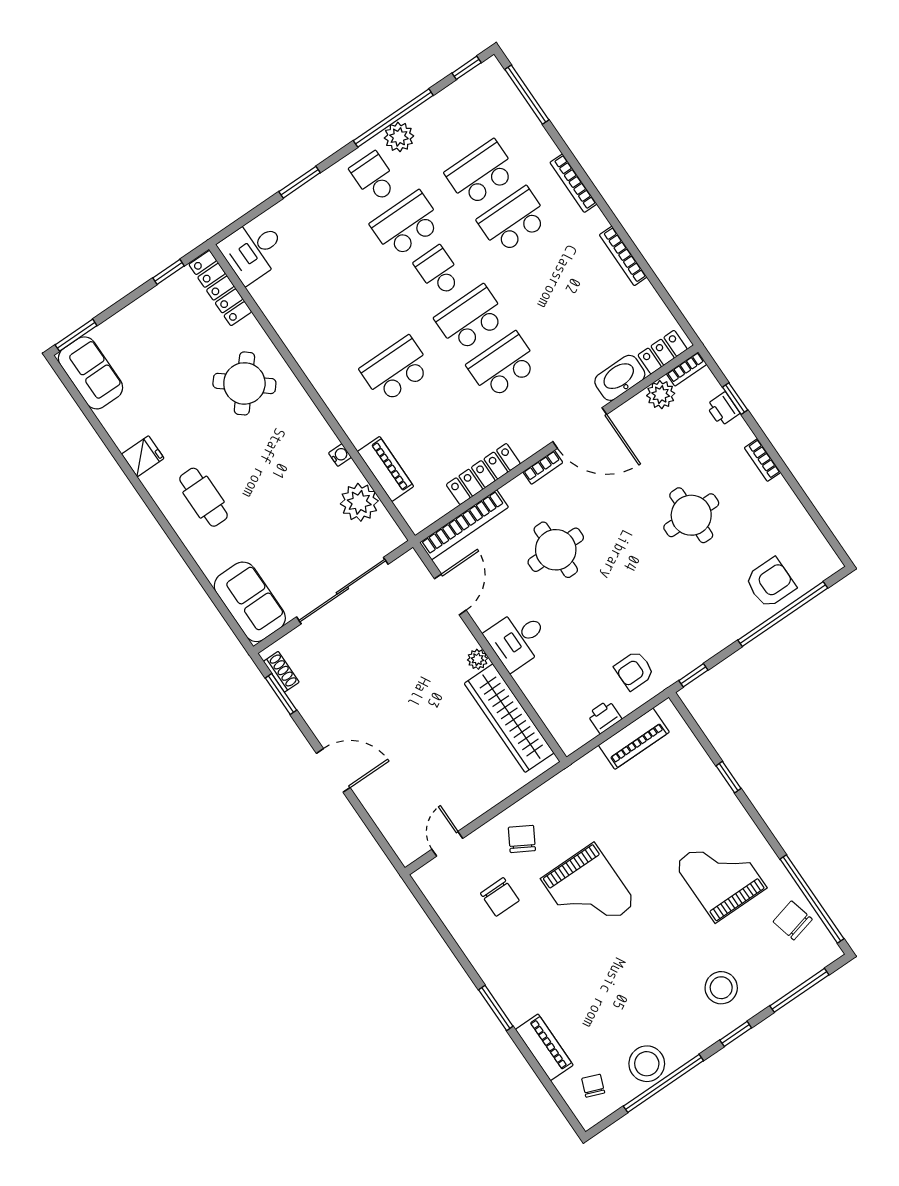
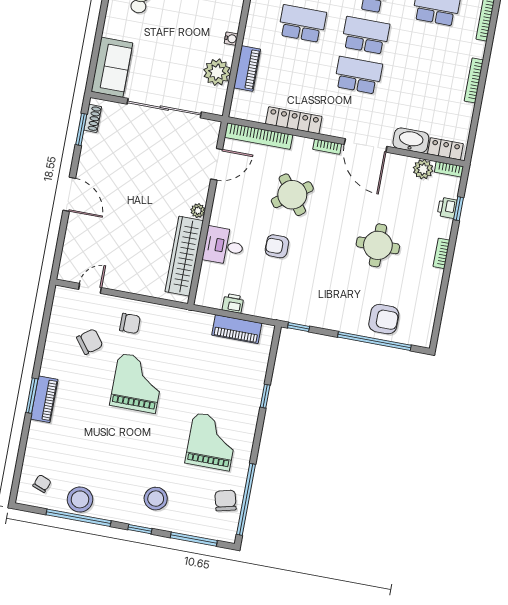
round table: (556, 550) -> (292, 195), turned -36
desk: (518, 639) -> (224, 246), moved
armchair: (634, 671) -> (277, 246), moved
chair: (522, 839) -> (130, 323), turned 60
grand piano: (588, 891) -> (137, 383), turned 180
chair: (500, 897) -> (90, 342), turned -127
piano: (544, 1047) -> (44, 399), moved

